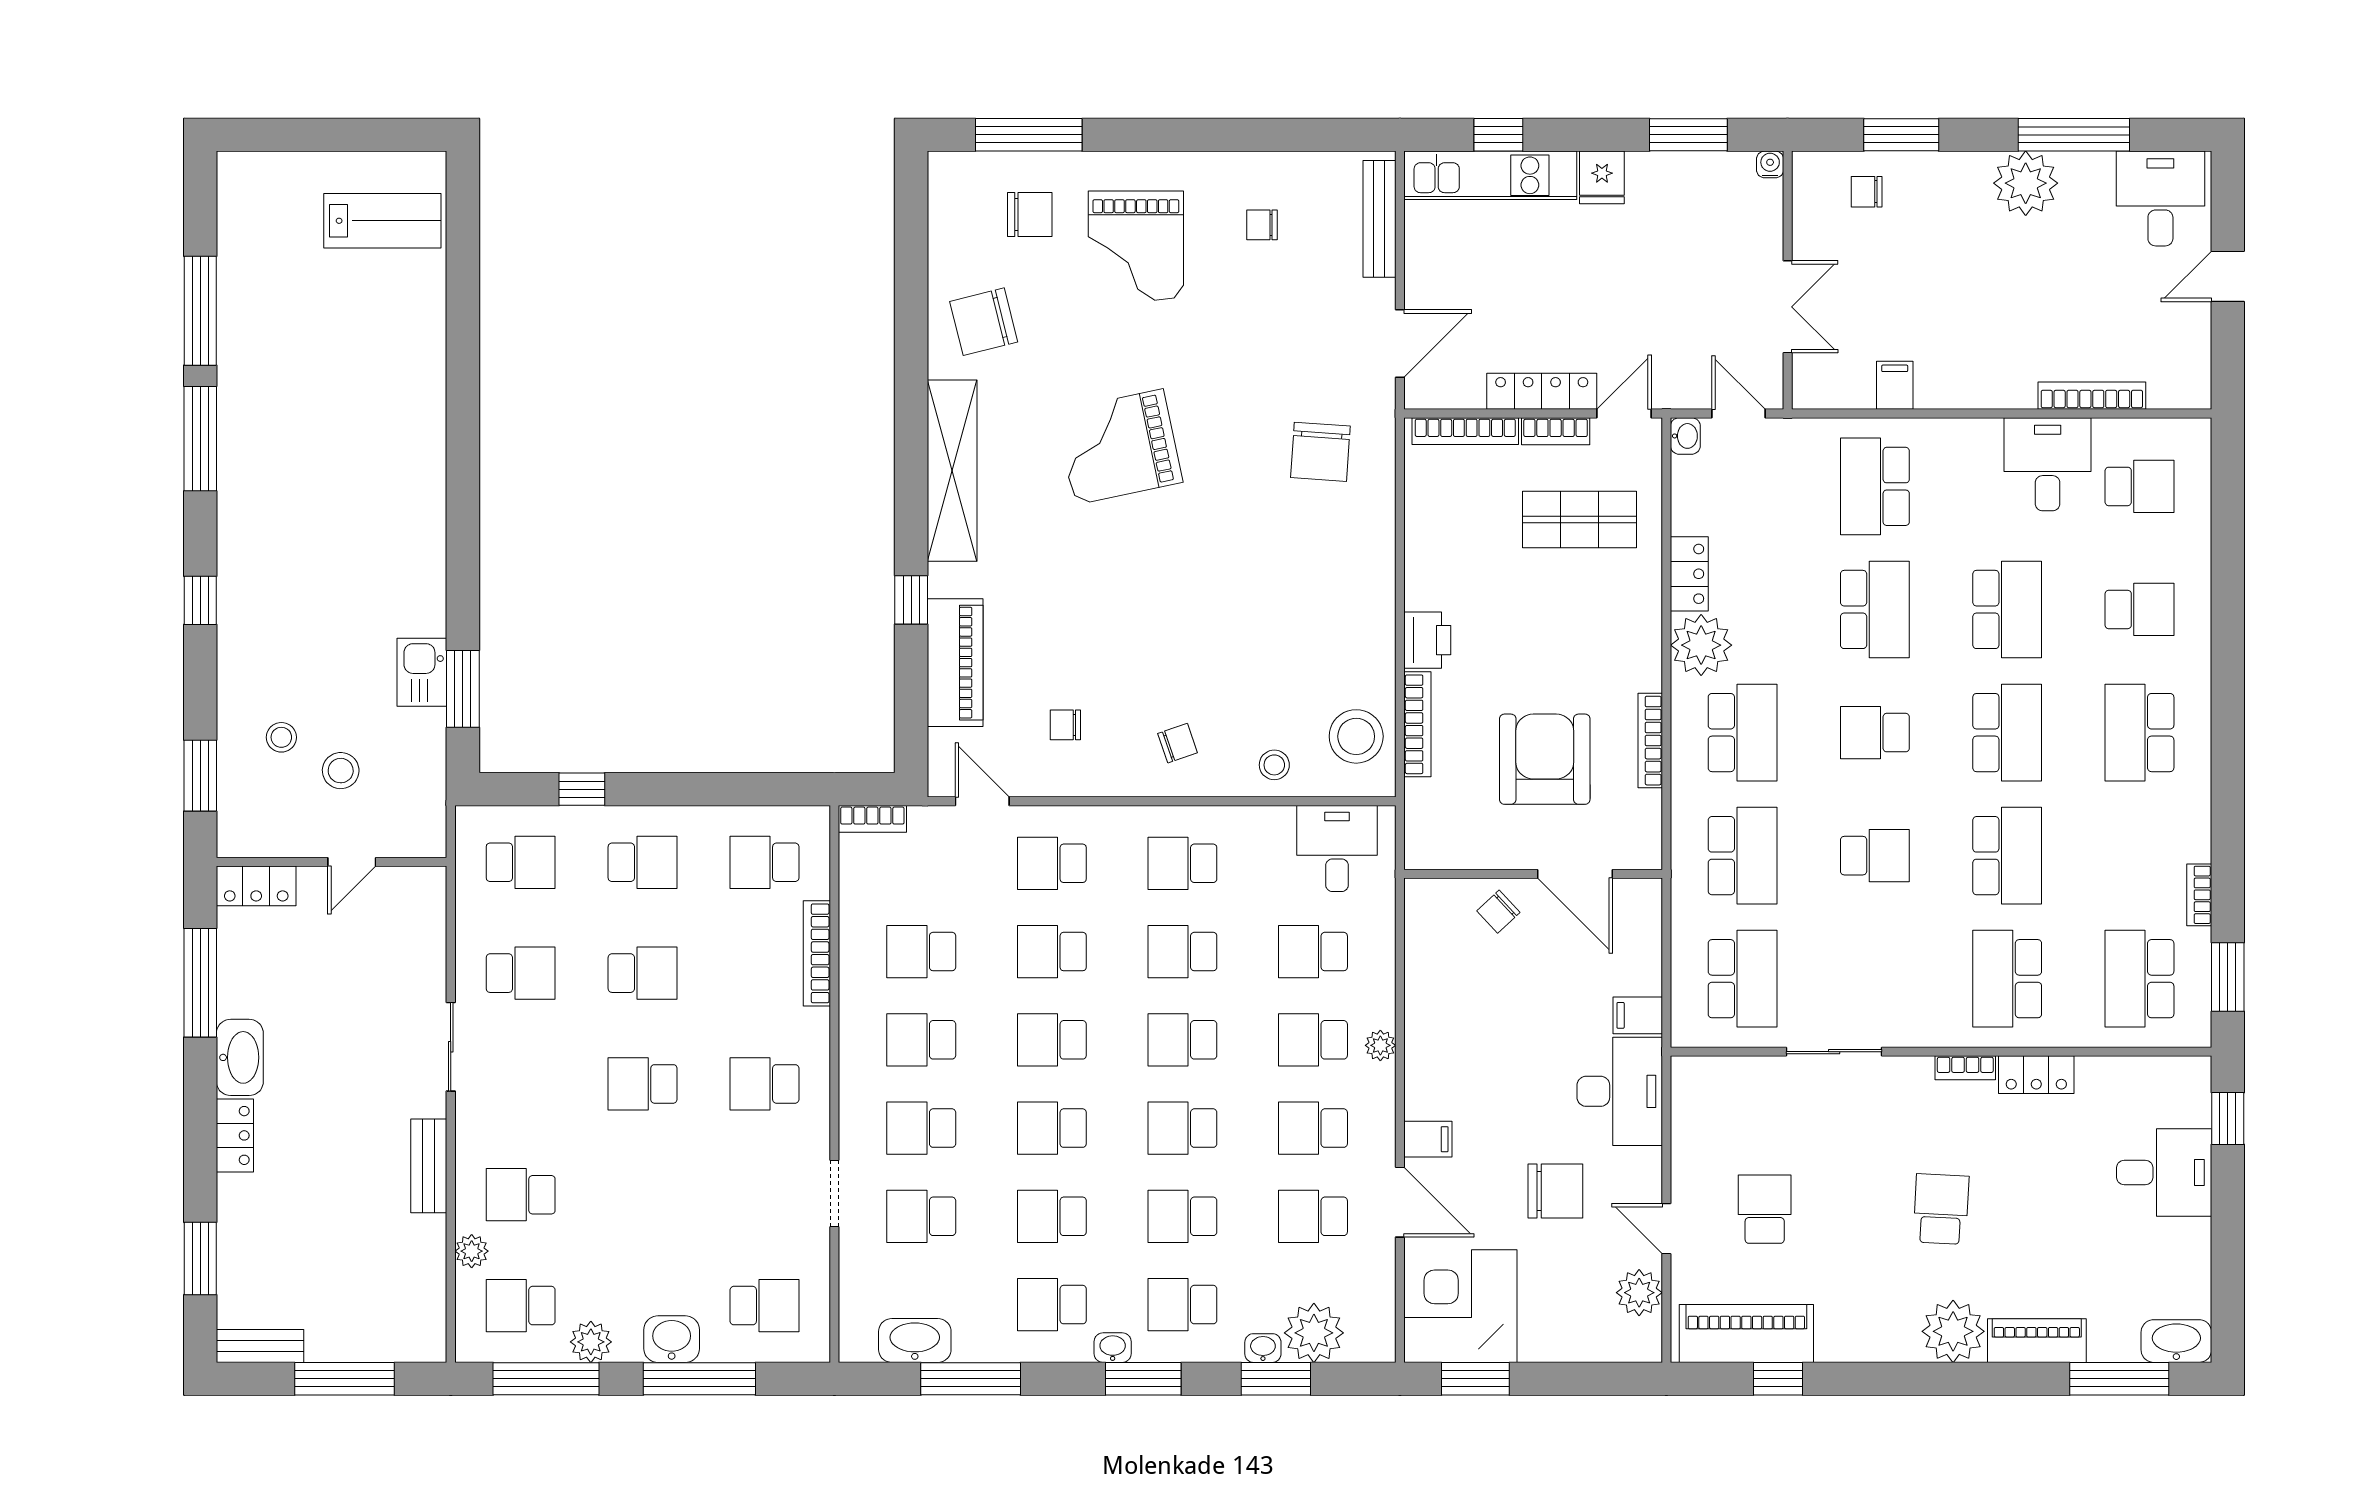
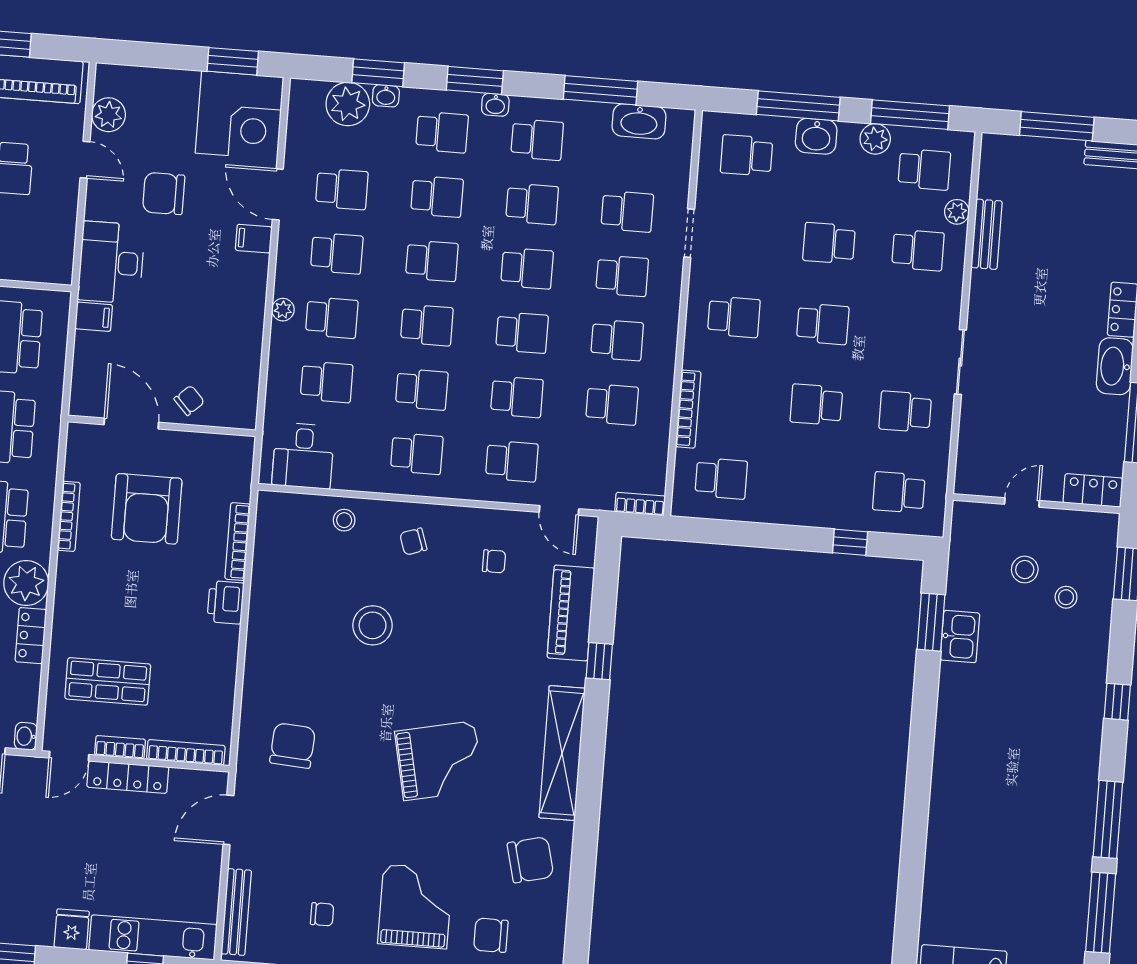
stool: (1356, 736) -> (373, 625), moved
school desk: (643, 862) -> (829, 243), moved
bench: (429, 1166) -> (987, 234), moved

